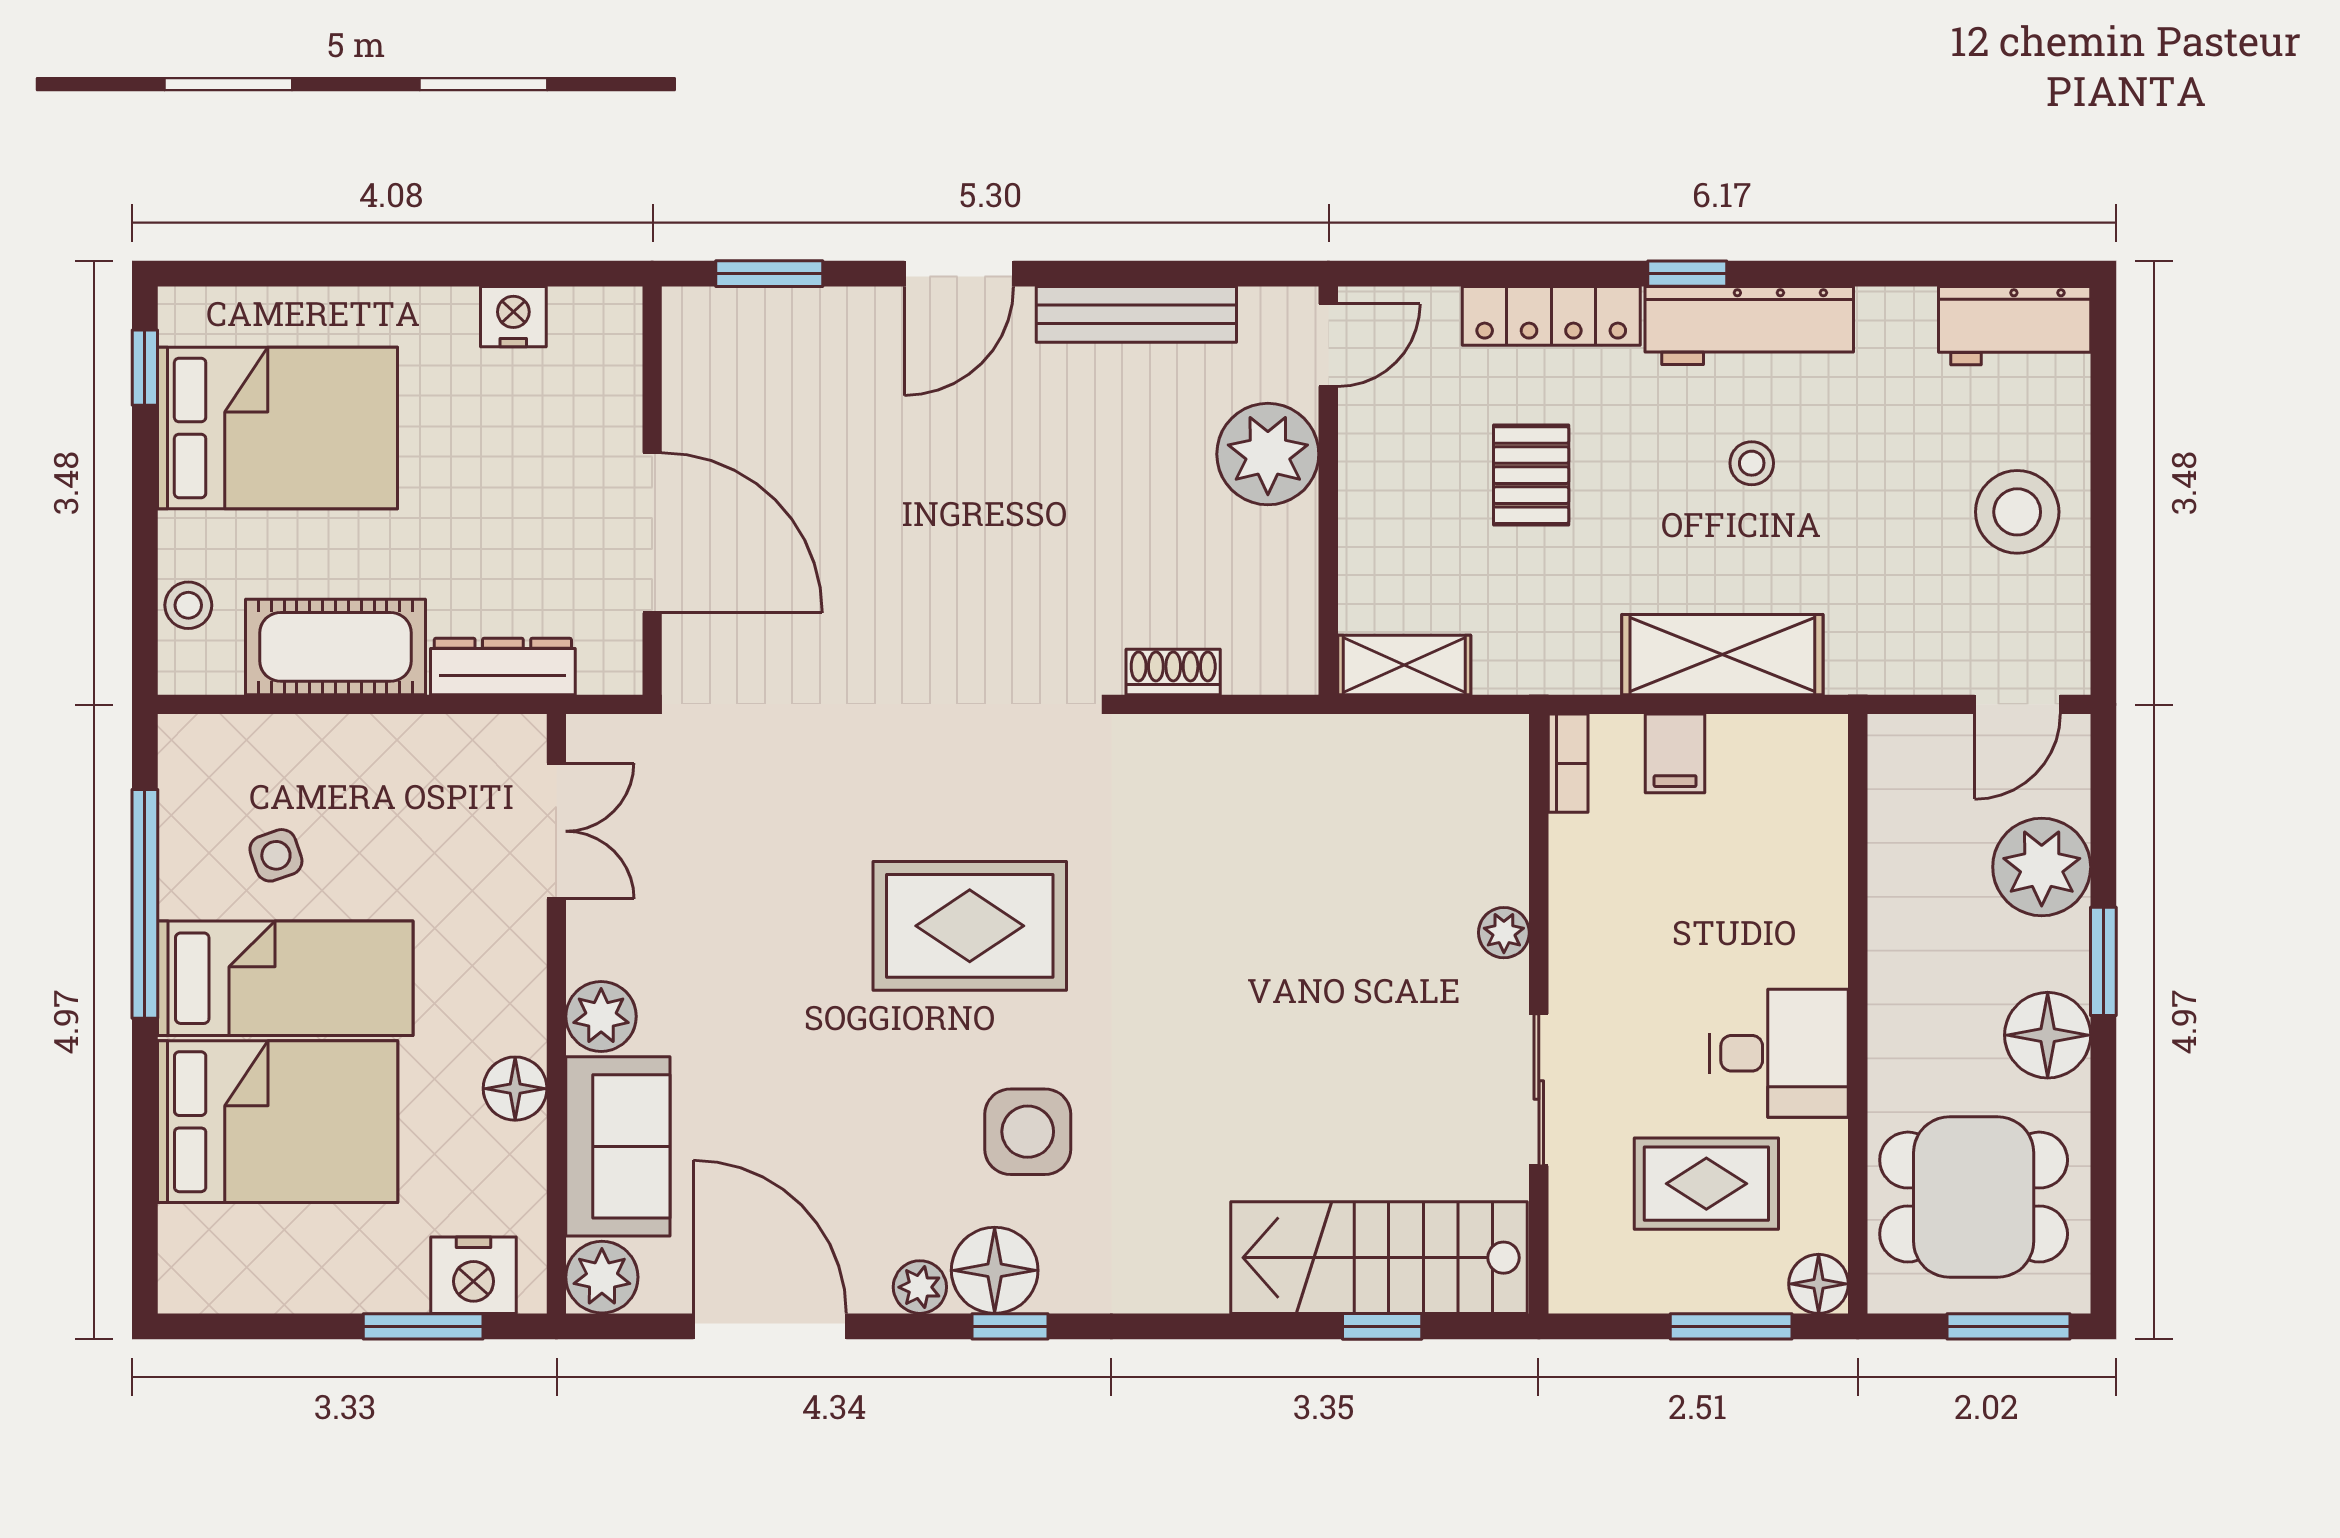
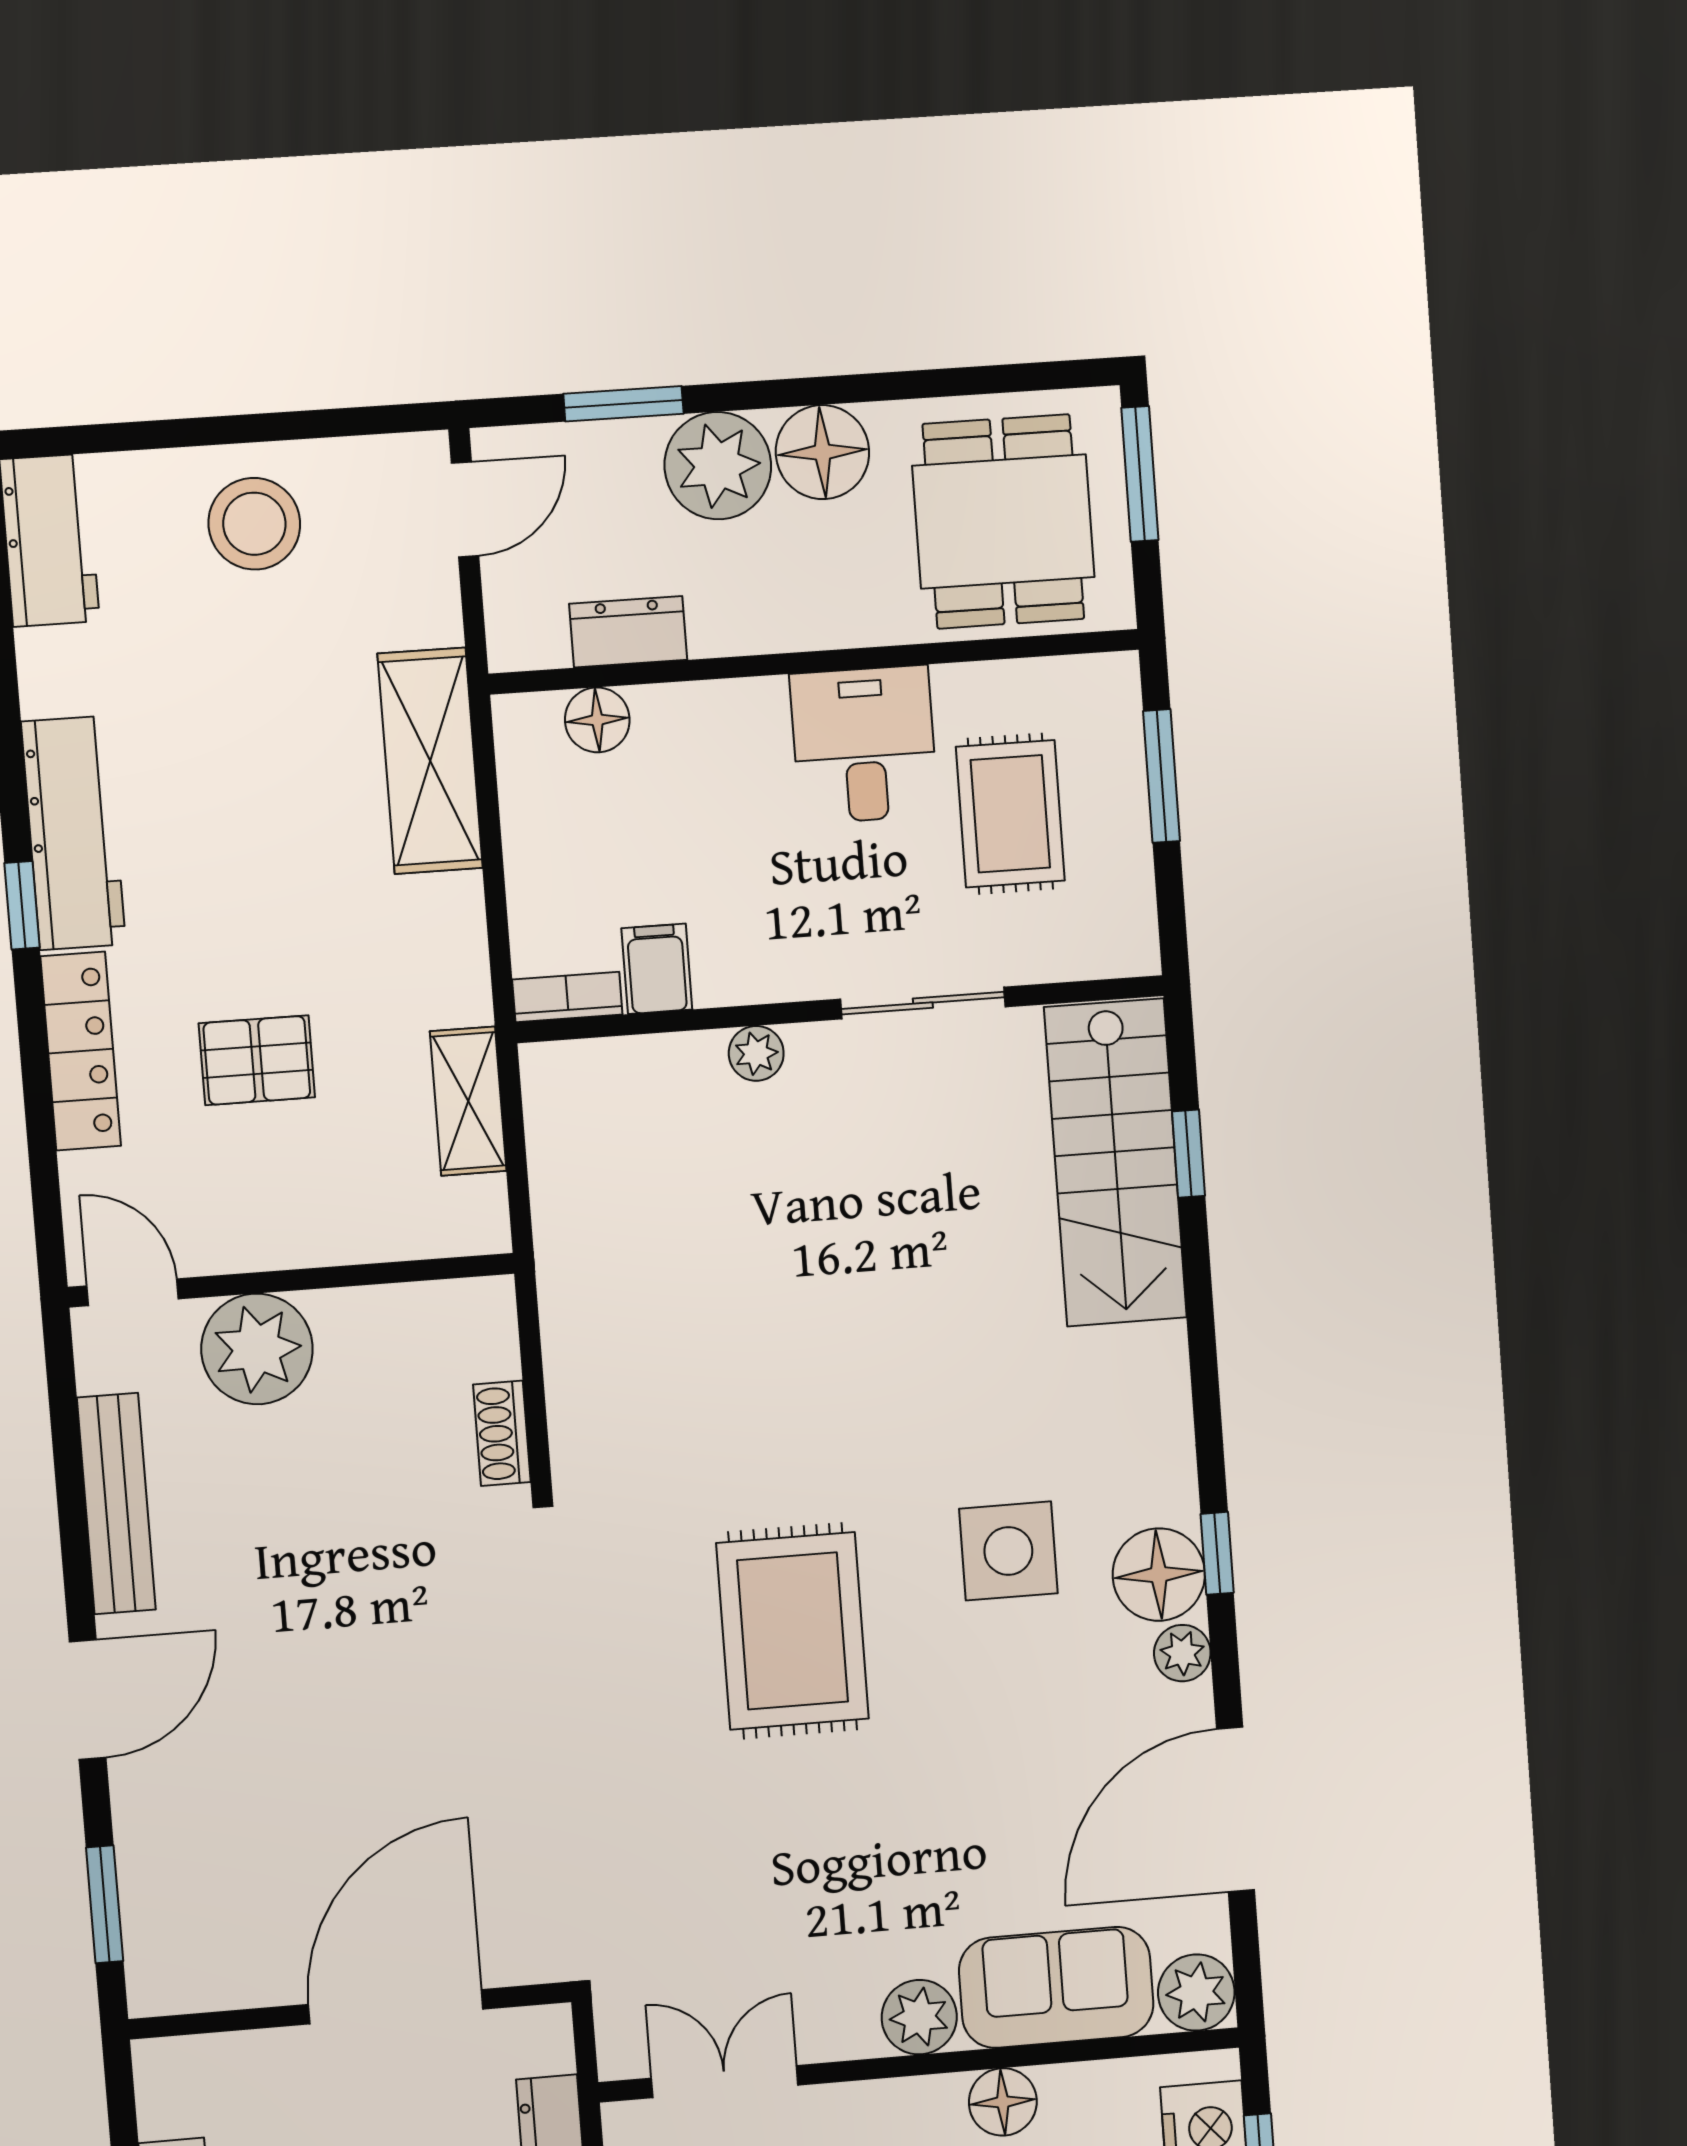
door: (959, 274) -> (88, 1700), hinge flipped
stool: (1752, 463) -> (224, 820), removed
shelving: (1722, 655) -> (430, 761), moved
shelving: (1404, 665) -> (468, 1101), moved
door: (2017, 704) -> (465, 509), hinge flipped
filing cabinet: (1675, 753) -> (657, 969), moved, turned -90
dresser: (1897, 845) -> (628, 632), added
plant: (2042, 867) -> (718, 466), moved
window: (2103, 961) -> (623, 404), moved
floor lamp: (1819, 1284) -> (597, 720), moved

